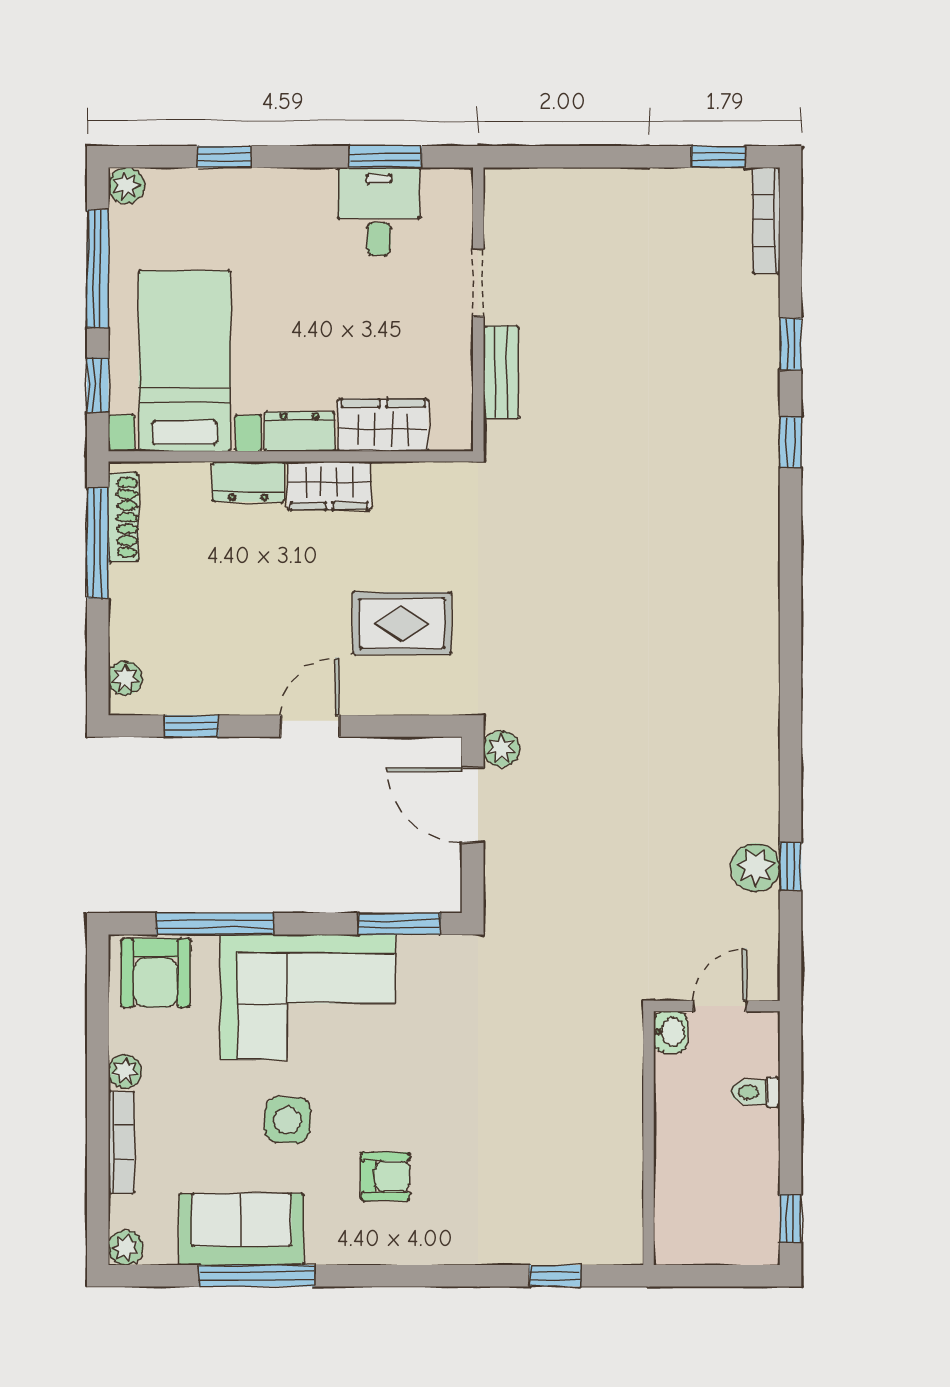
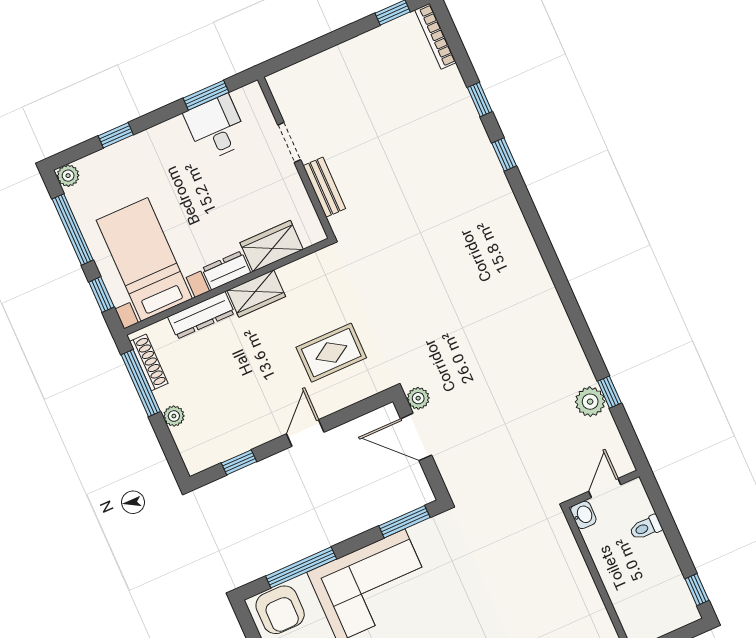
dresser: (248, 482) -> (201, 315), width x1.44
plant: (125, 678) -> (174, 416), moved

